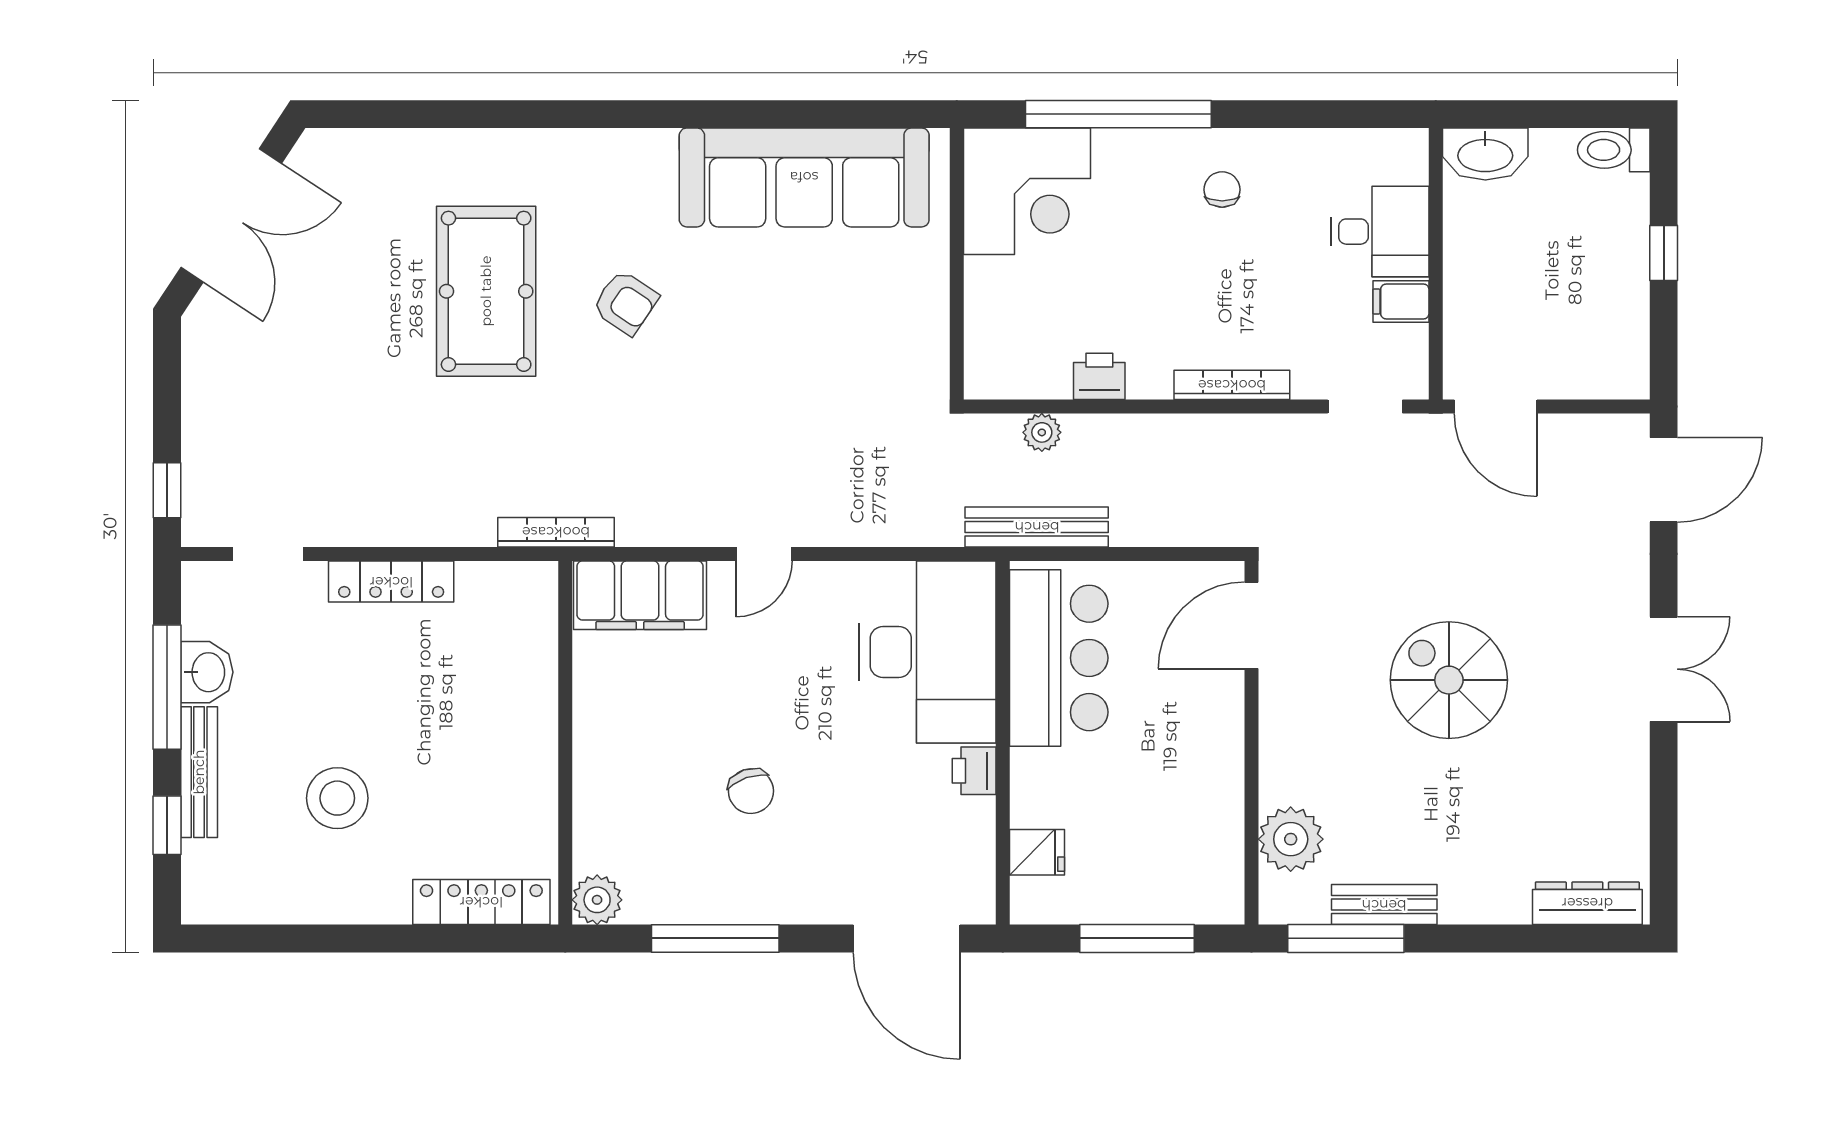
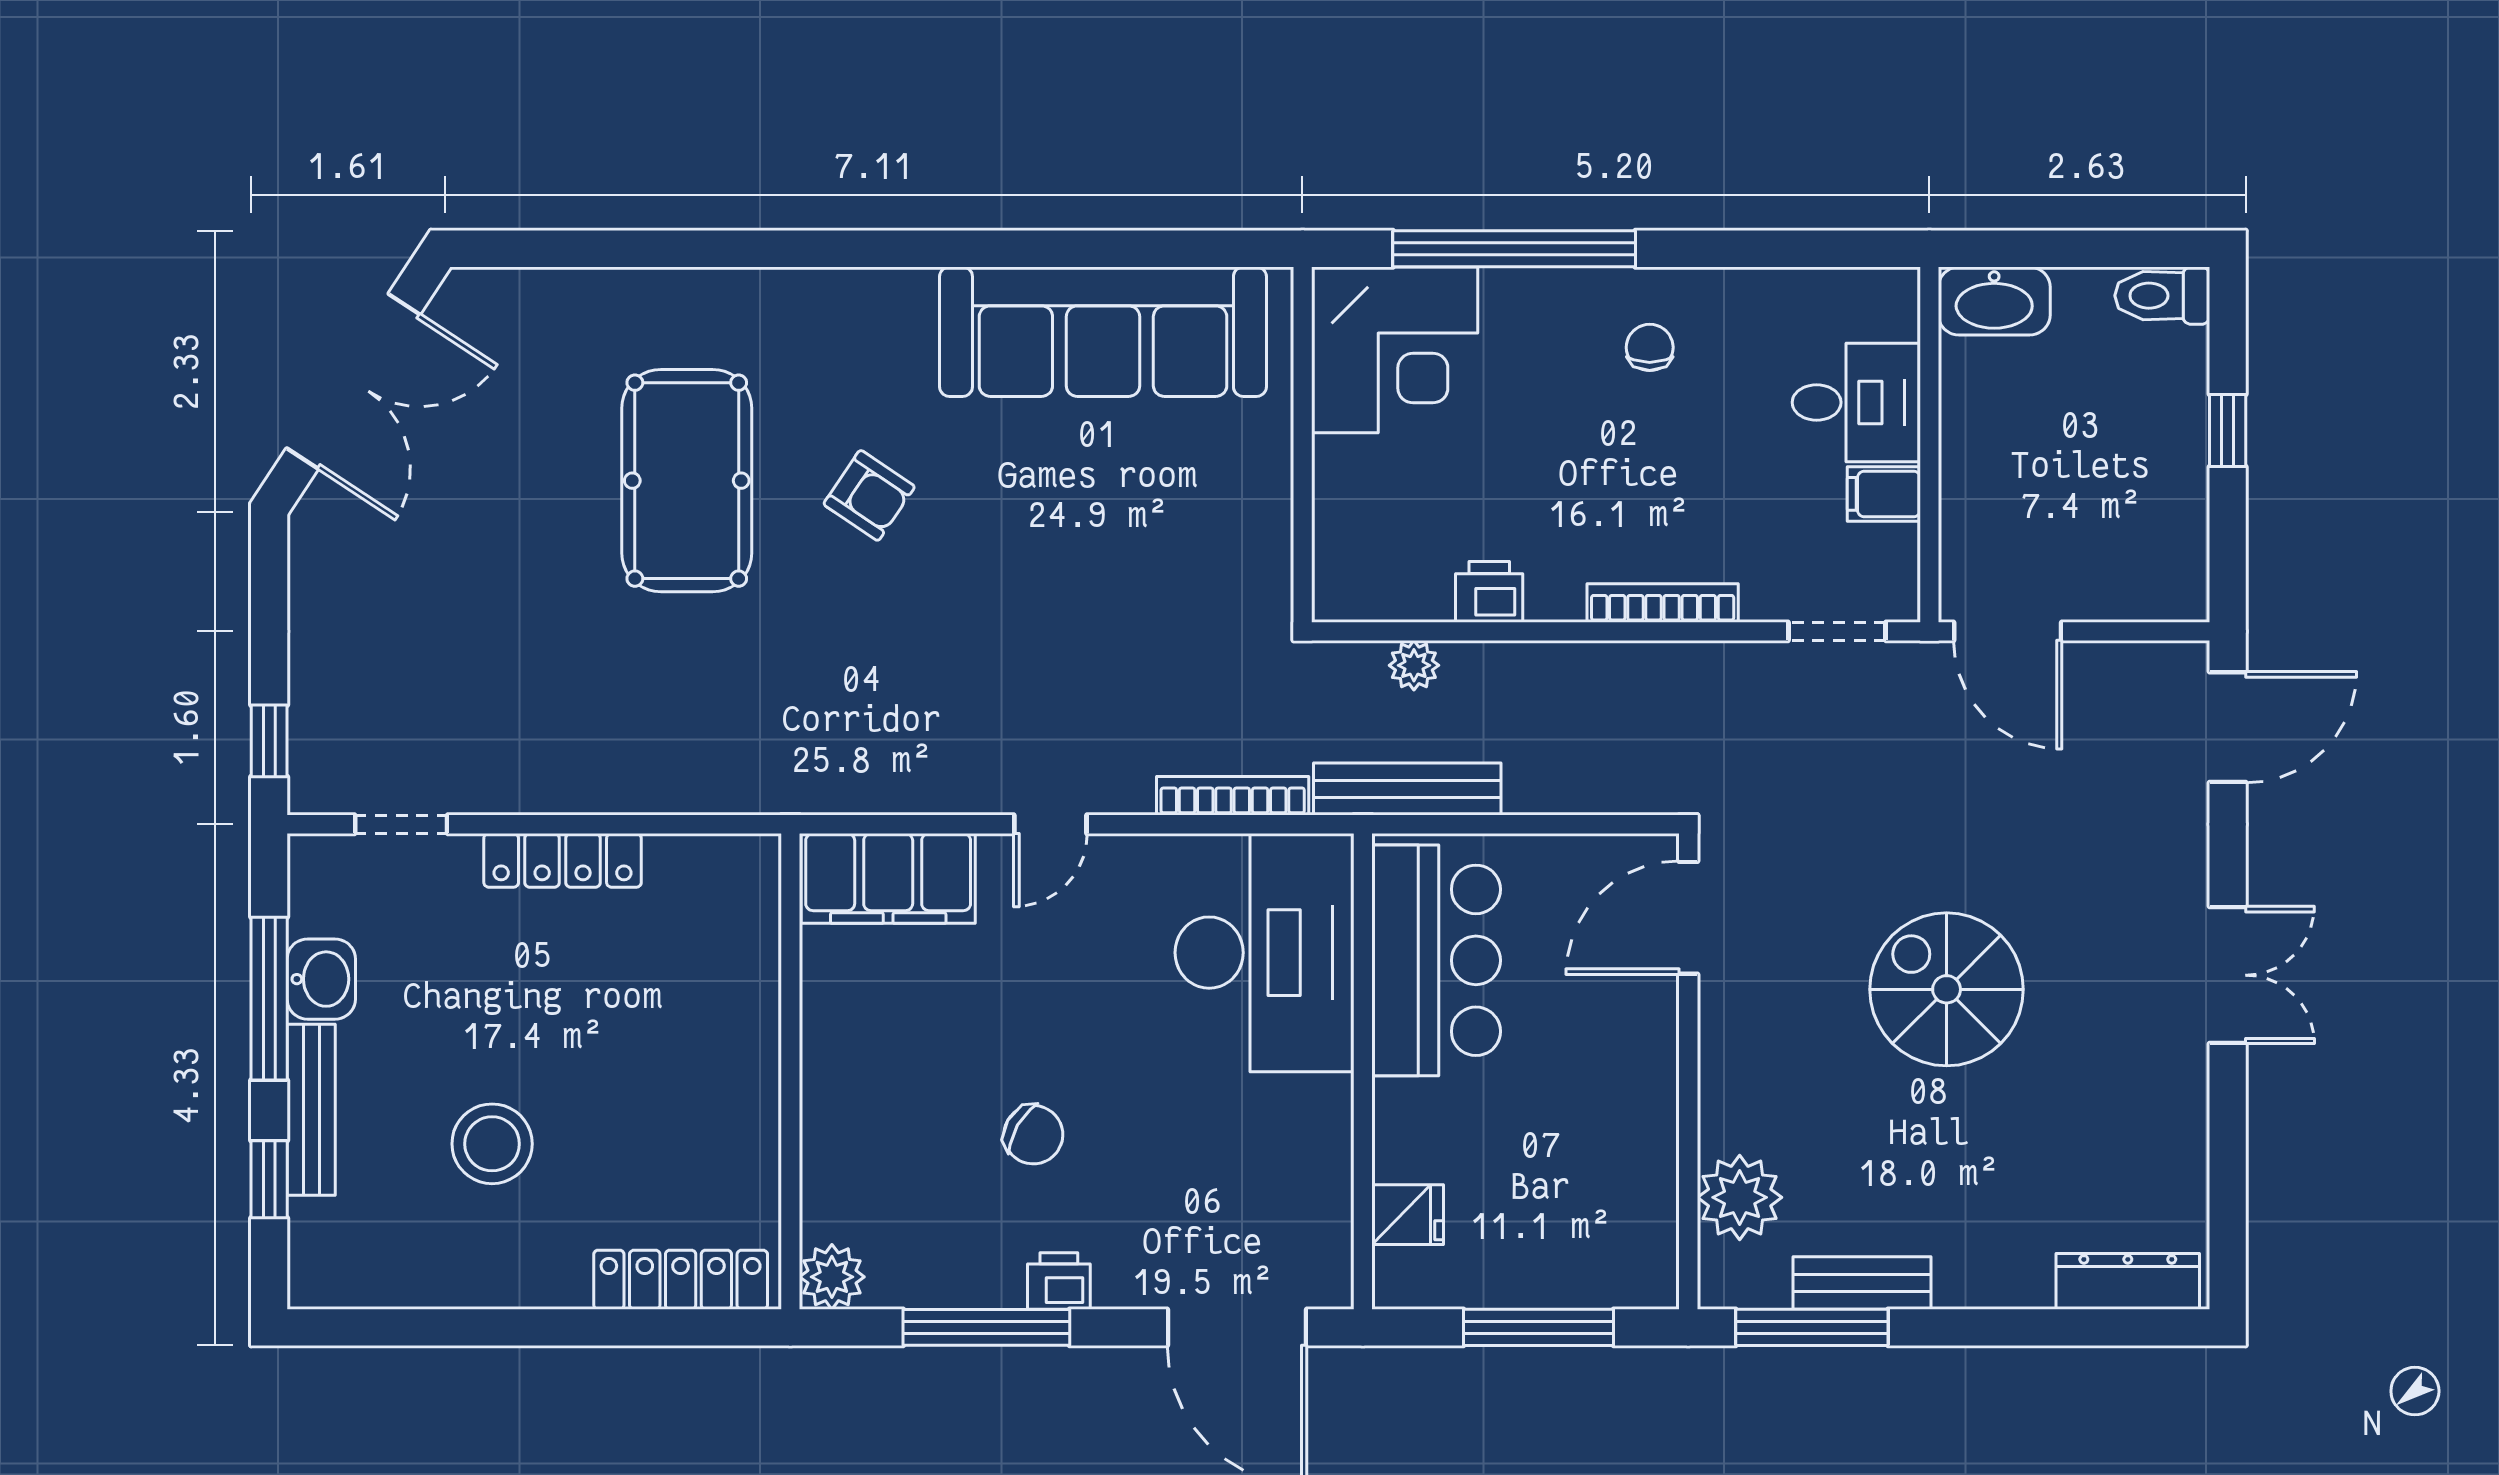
bookcase: (556, 532) -> (1233, 796), moved
printer: (974, 771) -> (1059, 1281), moved, turned 90
chair: (751, 791) -> (1033, 1135), turned -41

